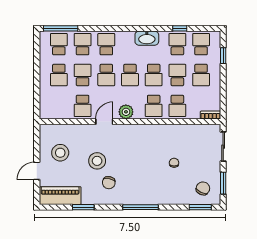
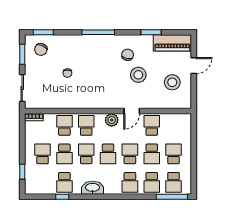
school desk: (201, 44) -> (43, 182), removed
school desk: (130, 75) -> (108, 154), turned 180

